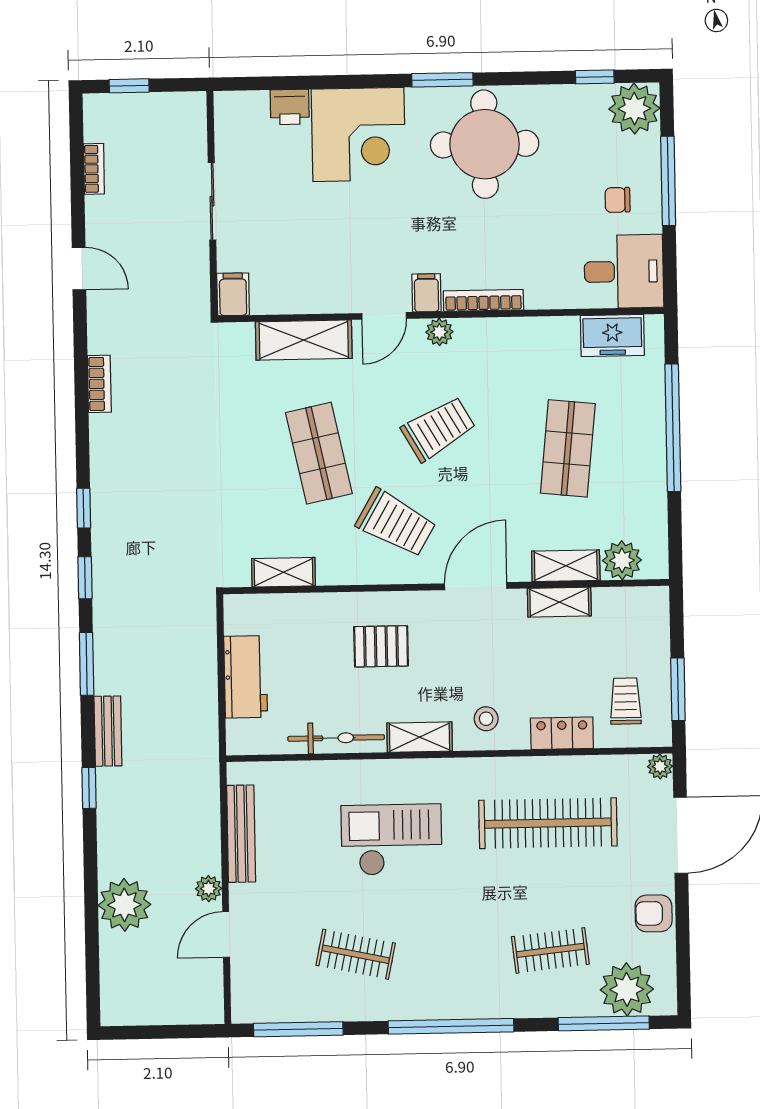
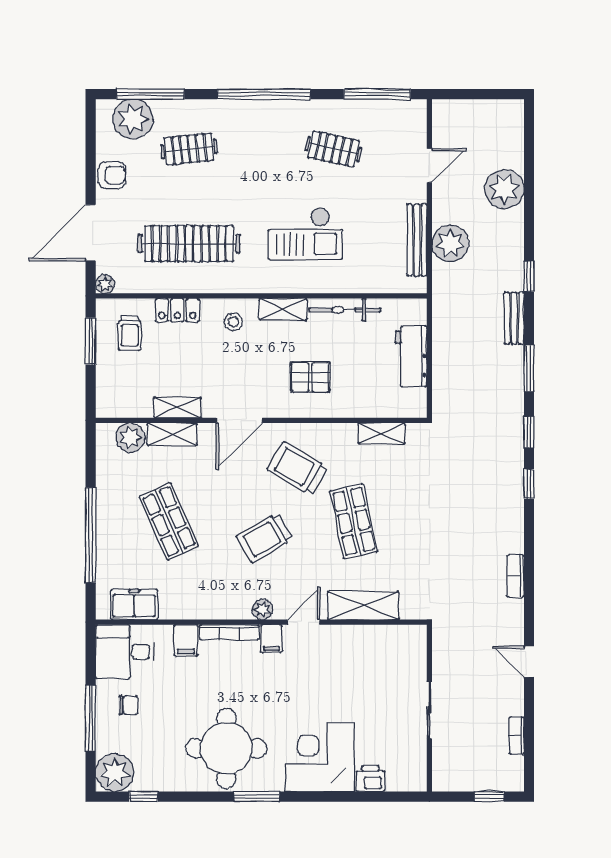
filing cabinet: (233, 294) -> (186, 640), moved
shop shelf: (568, 448) -> (169, 521), turned -30
plant: (209, 889) -> (450, 243), moved, width x1.88, depth x1.88

